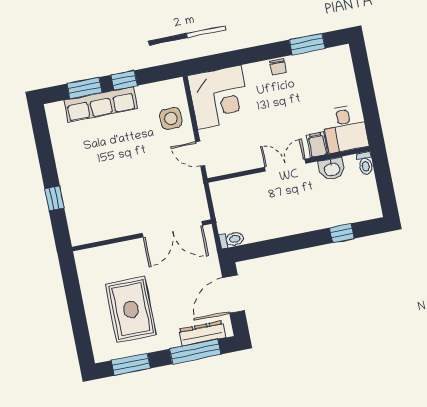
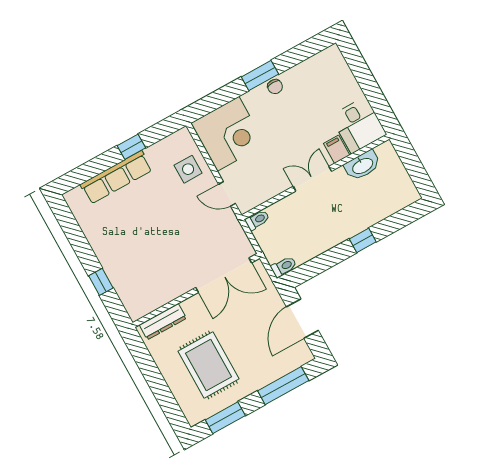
window: (307, 44) -> (260, 75), moved
window: (85, 88) -> (96, 167), removed
toilet: (365, 163) -> (257, 220), moved, turned -90
washbasin: (332, 169) -> (362, 165), width x1.38
window: (342, 233) -> (363, 240), moved
dresser: (202, 333) -> (163, 322), moved, turned 180

